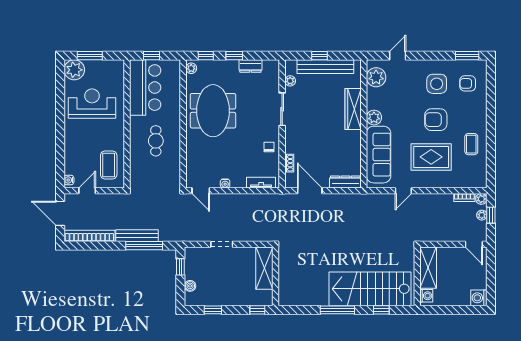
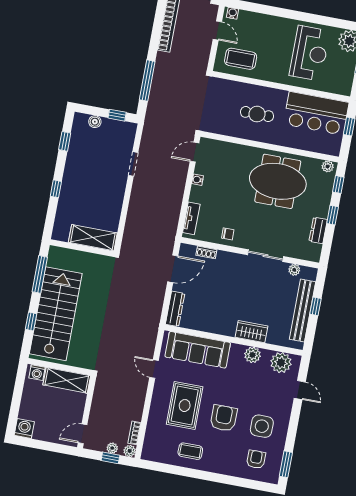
wardrobe: (353, 109) -> (252, 332), width x0.67
plant: (374, 118) -> (253, 355), moved
bench: (137, 236) -> (159, 75), removed
shelving: (264, 268) -> (93, 238), moved
wall: (275, 276) -> (82, 248), moved

